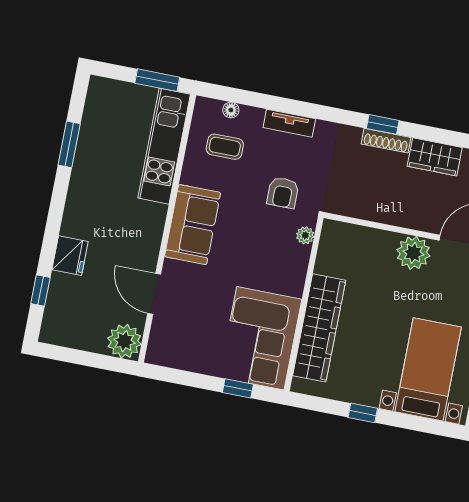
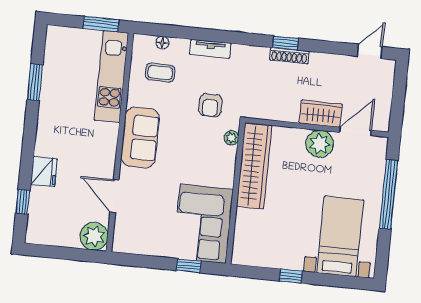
wardrobe: (435, 157) -> (321, 114), moved, turned 180
wardrobe: (319, 328) -> (254, 166), moved

